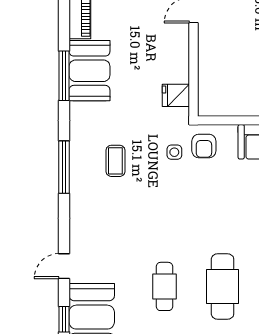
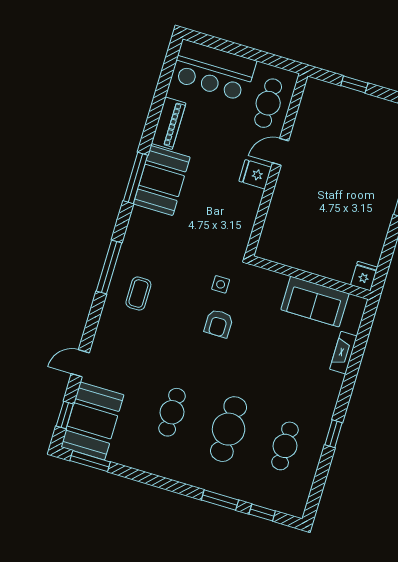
fridge: (176, 95) -> (255, 174), moved
armchair: (204, 146) -> (219, 323), moved
coffee table: (115, 161) -> (138, 294), moved

